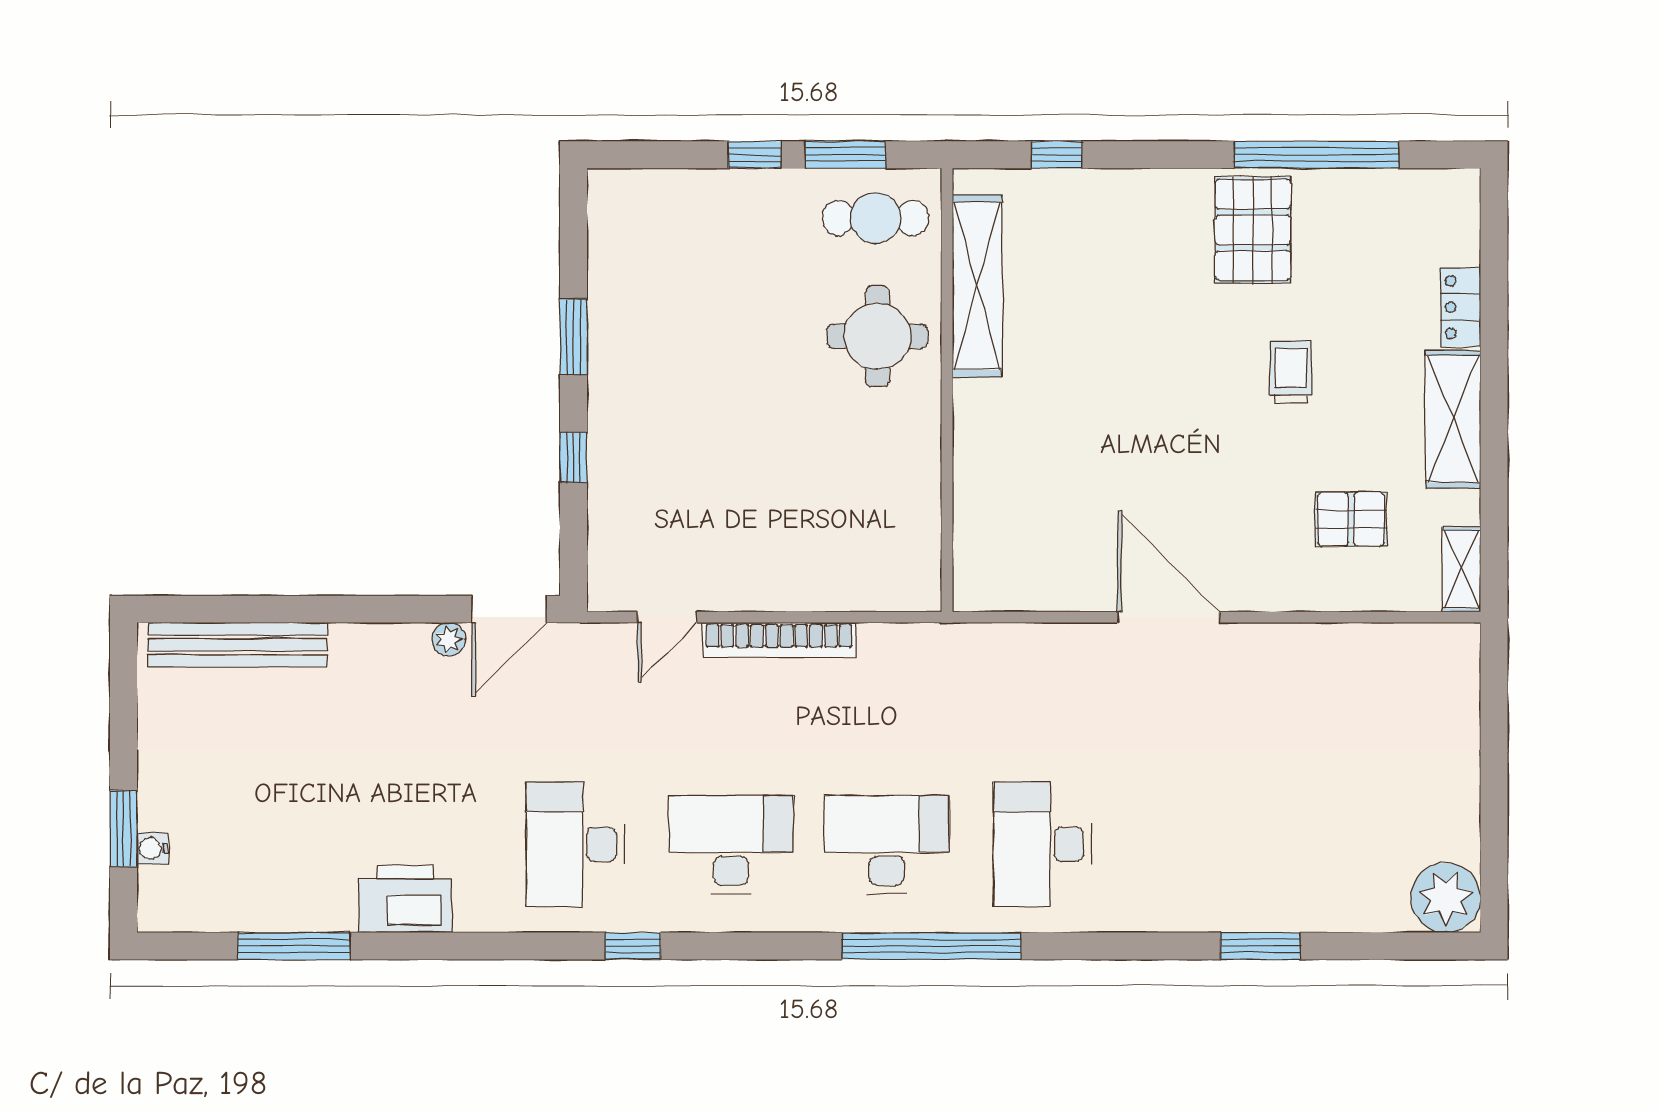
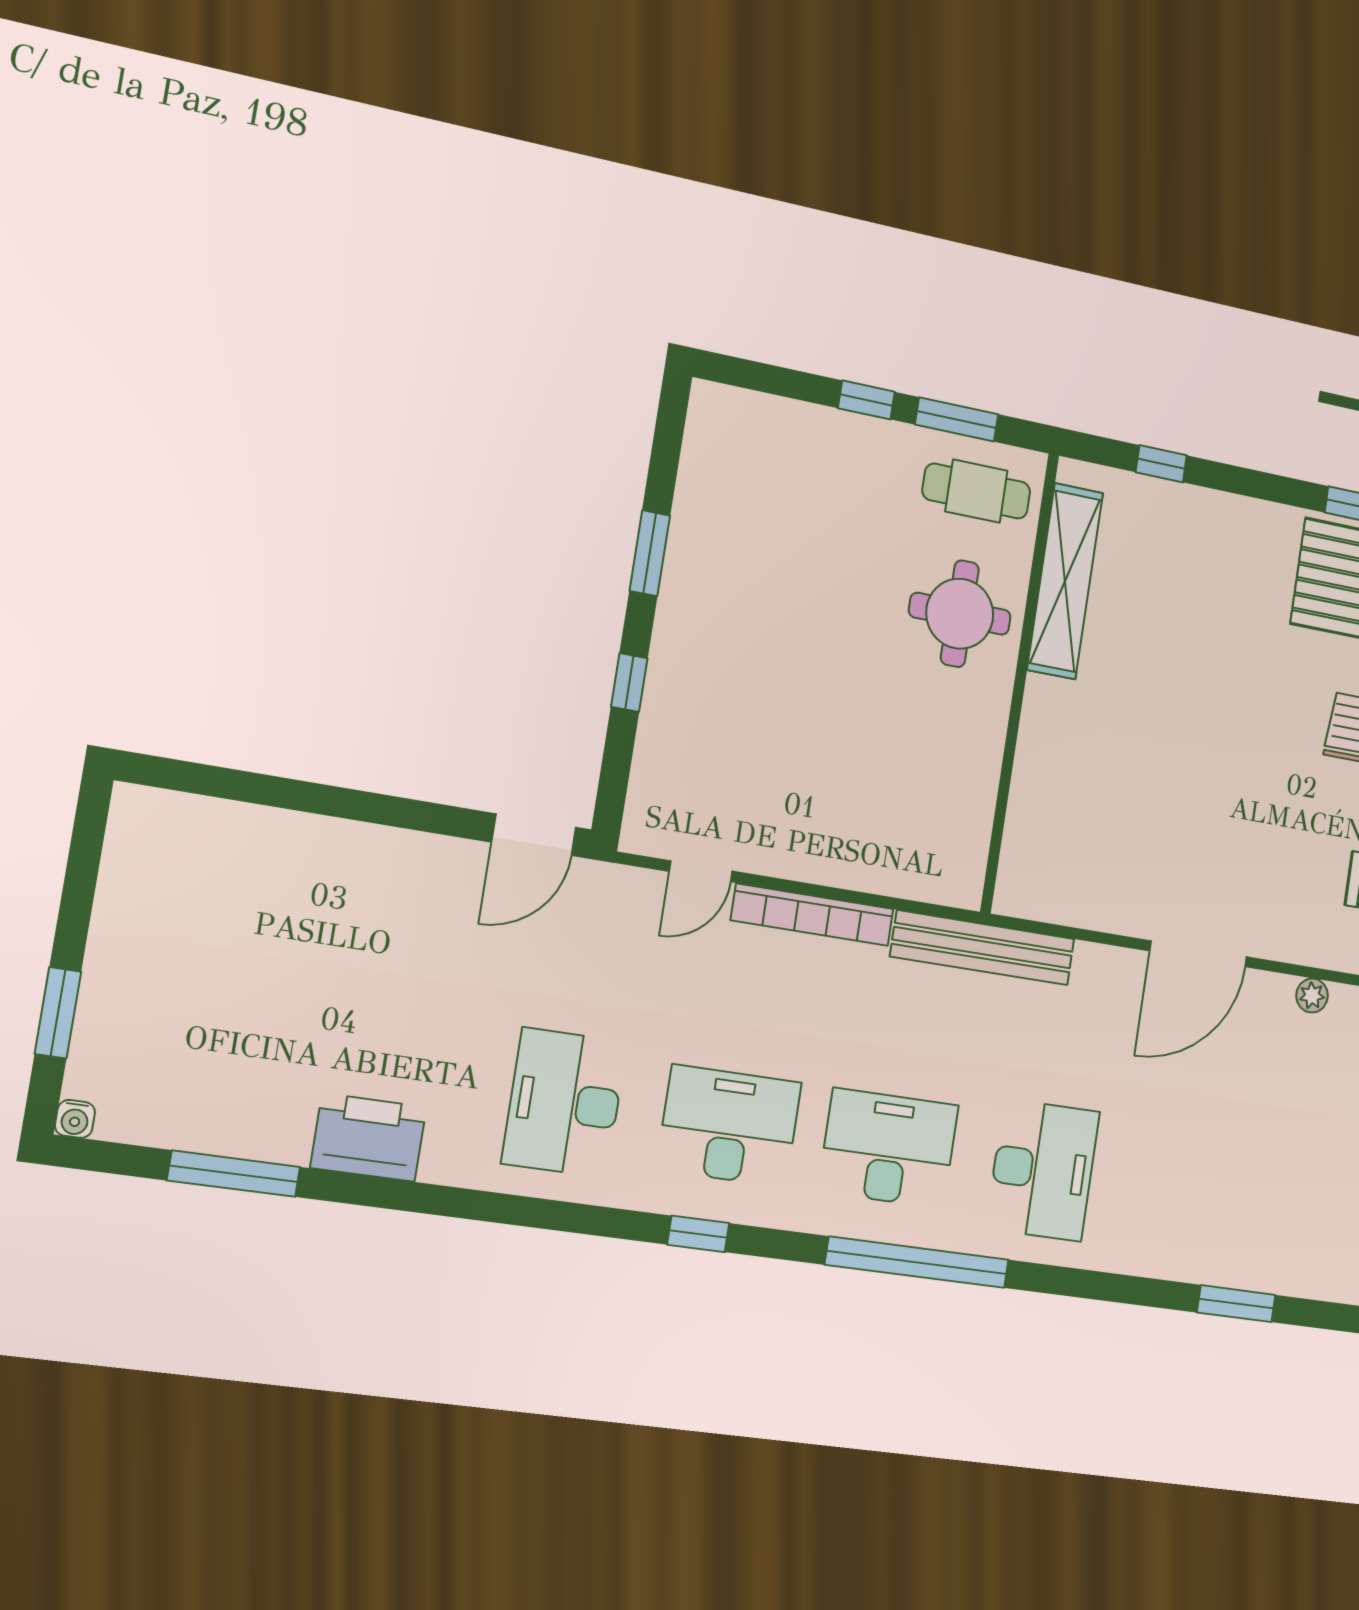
door: (1169, 617) -> (1198, 954), swing flipped
plant: (449, 639) -> (1312, 996), moved
bench: (238, 645) -> (983, 948), moved
desk: (1042, 844) -> (1043, 1170), turned 180
water cooler: (153, 848) -> (75, 1119), moved, turned -90
window: (633, 946) -> (698, 1234), moved

